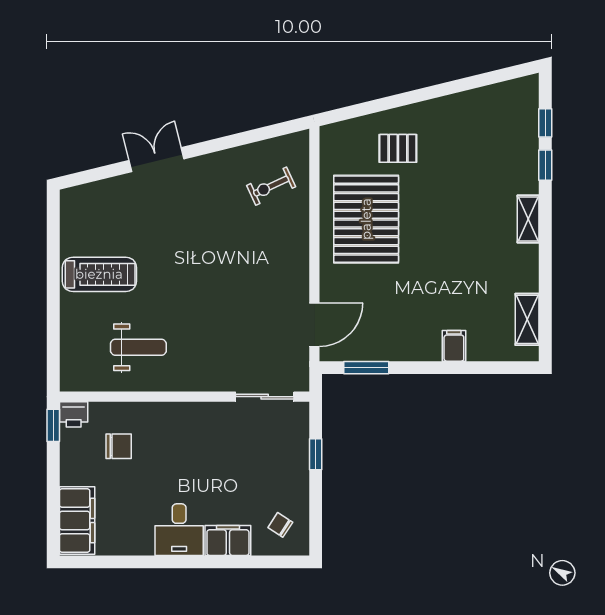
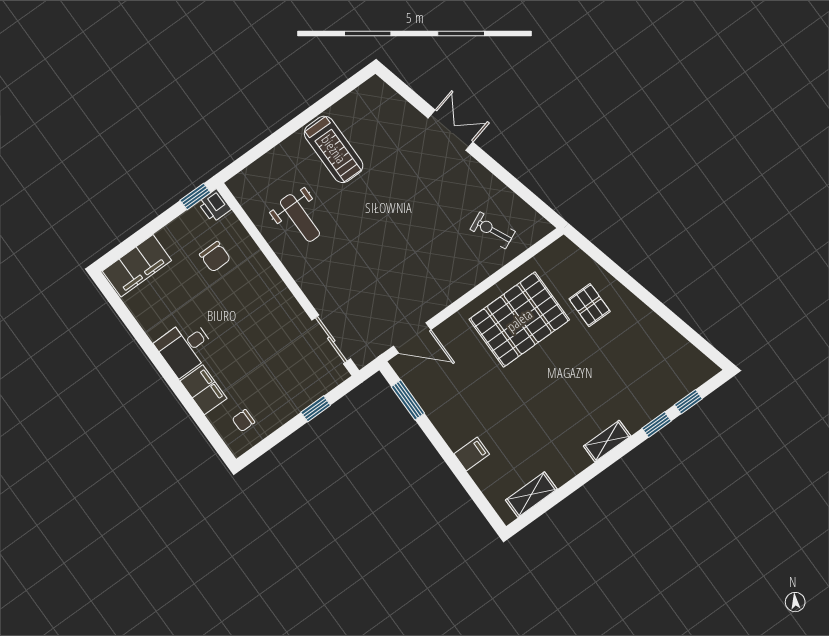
chair: (280, 525) -> (243, 421), turned -123

